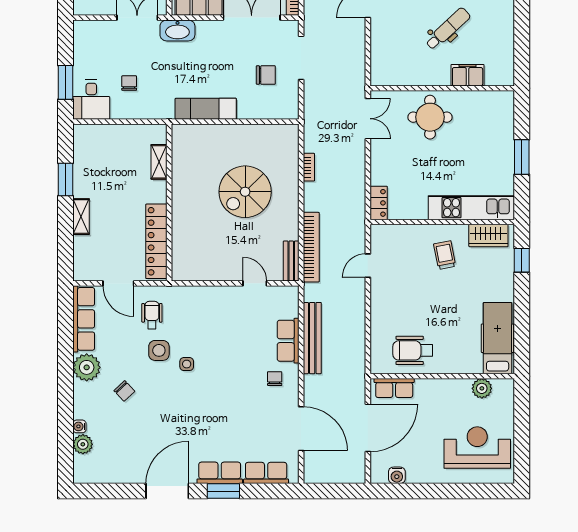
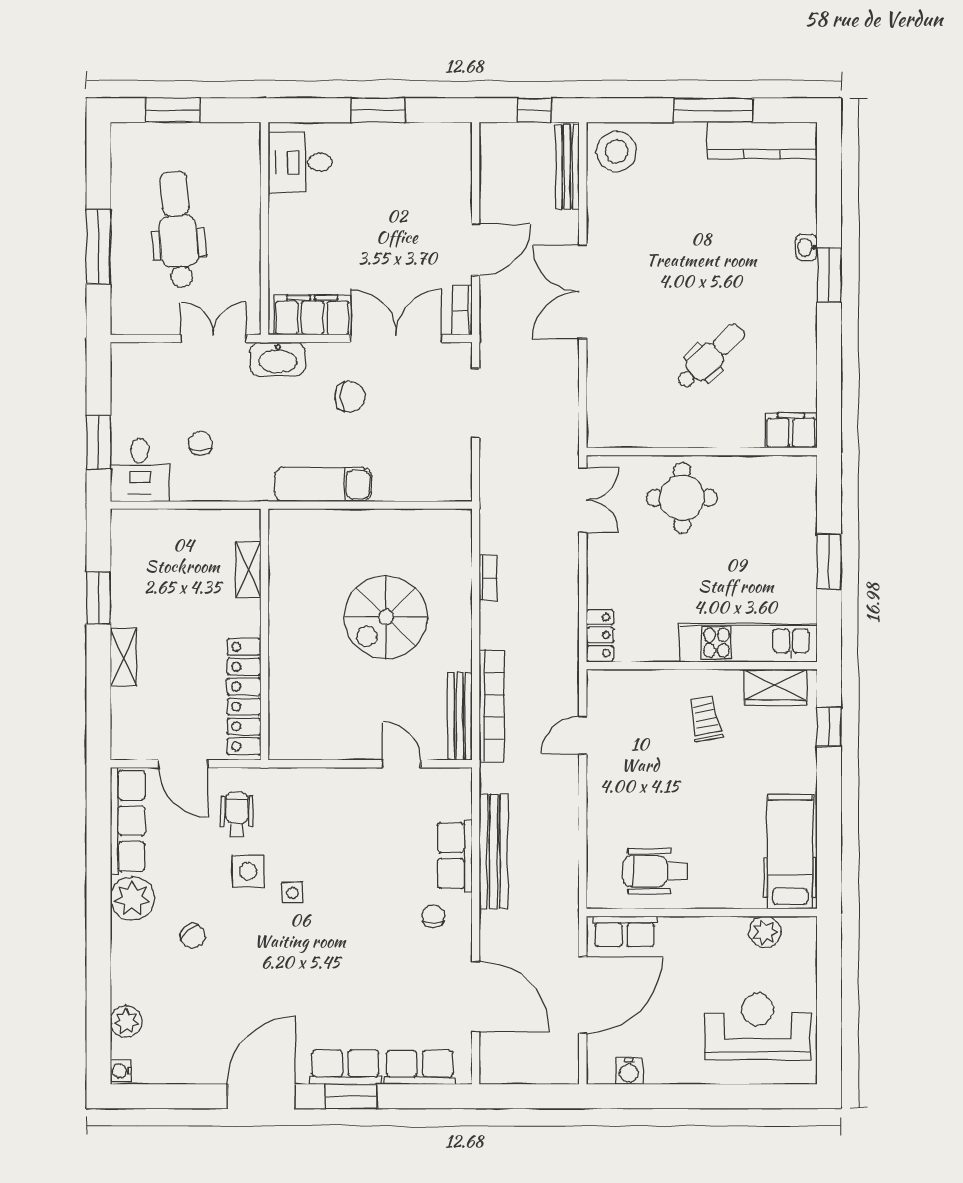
chair: (266, 75) -> (350, 397), moved
filing cabinet: (468, 75) -> (791, 431), moved
bench: (291, 261) -> (460, 716), width x1.36
water cooler: (79, 426) -> (121, 1071), moved

